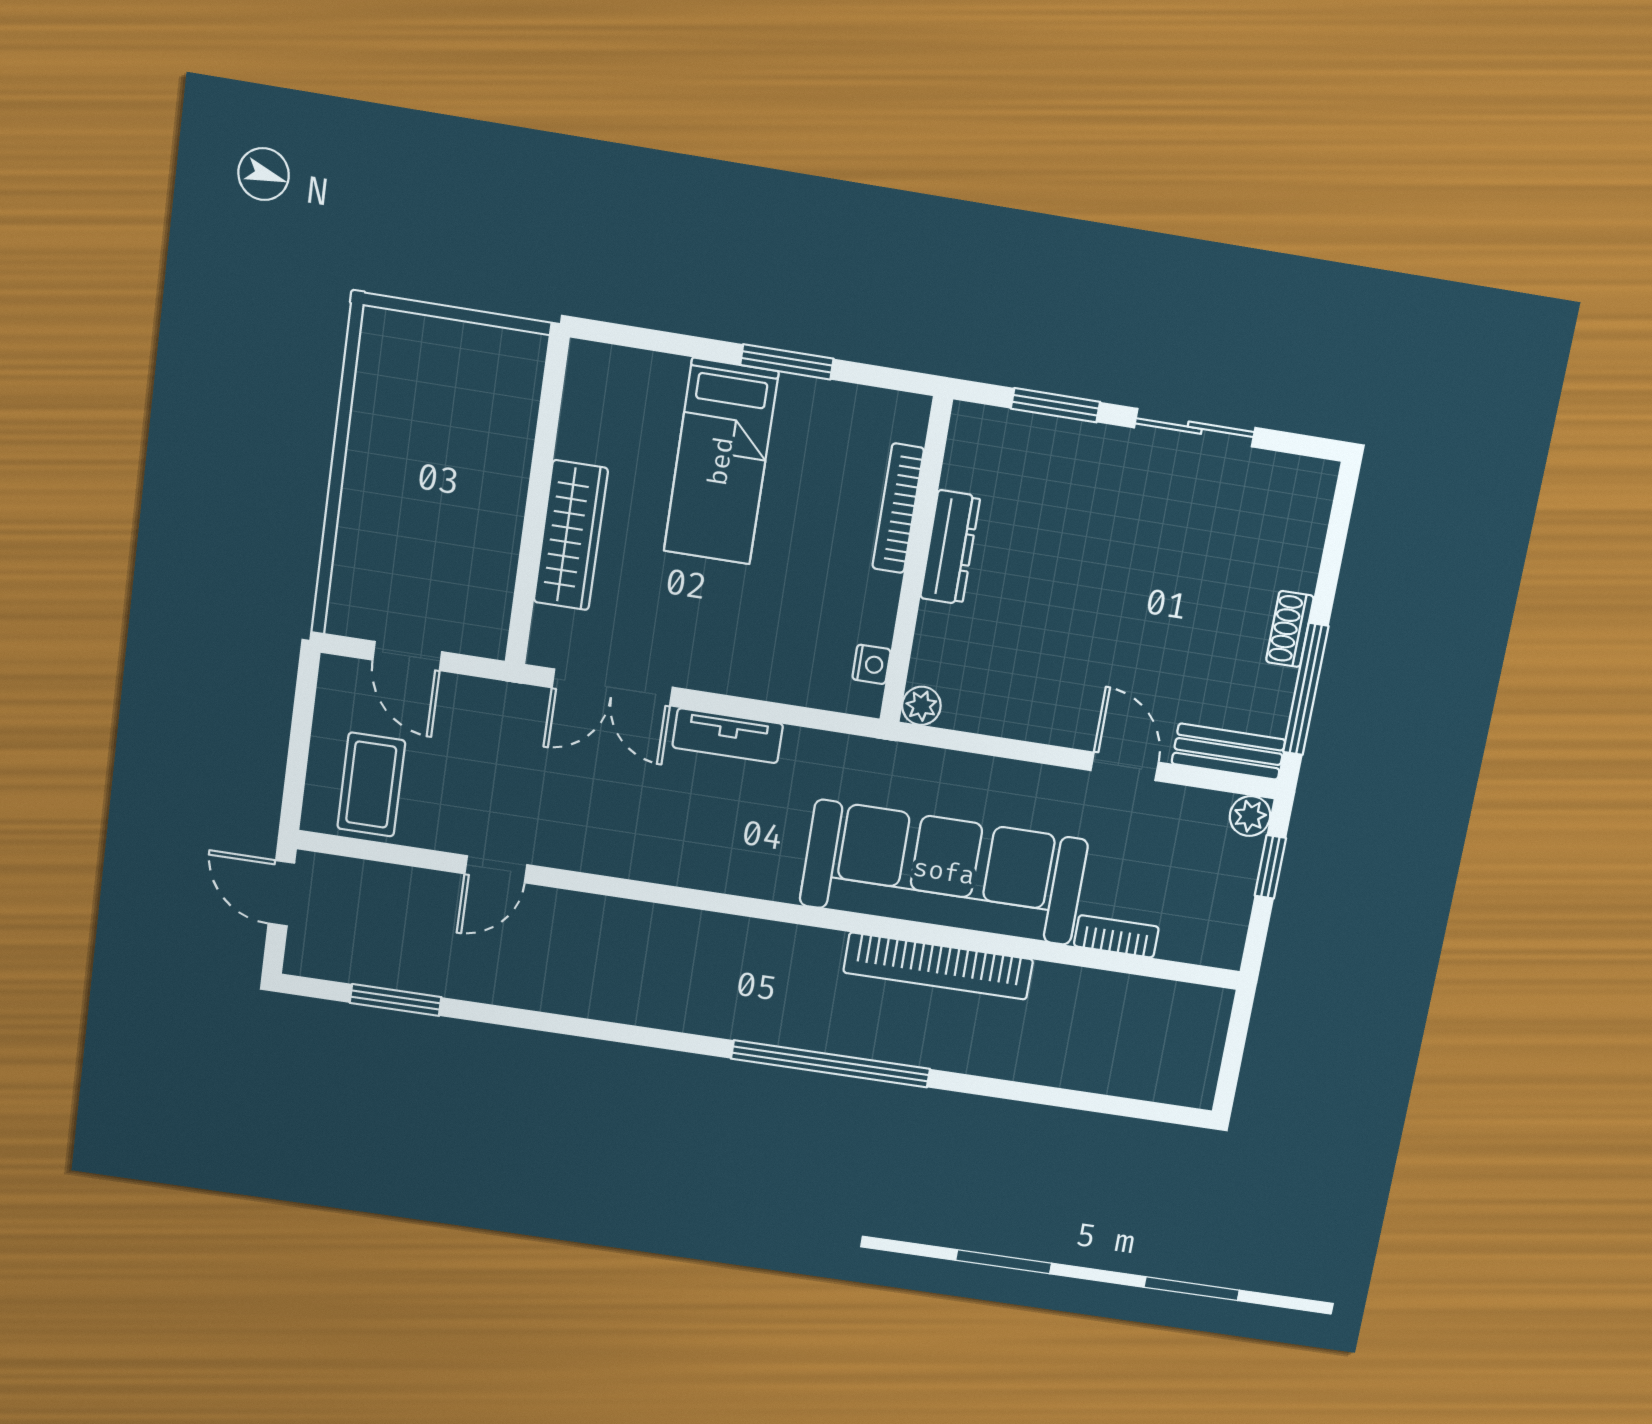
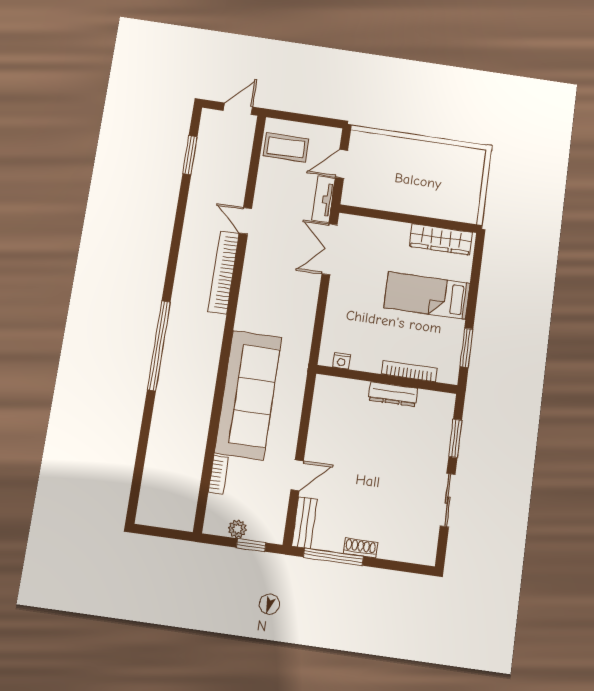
window: (787, 362) -> (466, 348), moved
wardrobe: (571, 535) -> (441, 239), moved
plant: (921, 706) -> (323, 383), removed
tv unit: (728, 736) -> (323, 199), moved
plant: (1250, 816) -> (237, 529), moved
door: (496, 869) -> (246, 221), moved
bookcase: (938, 966) -> (224, 272), moved

